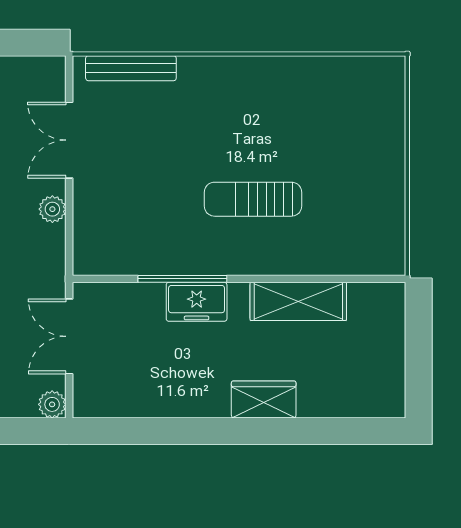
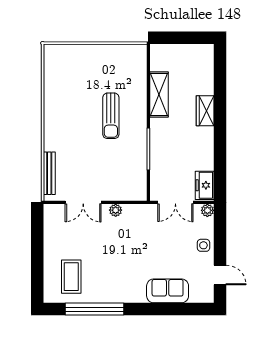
freezer: (197, 302) -> (205, 185), moved, turned 180

